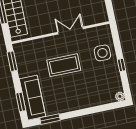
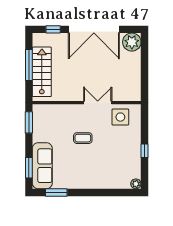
side table: (102, 53) -> (120, 117), moved
coffee table: (64, 65) -> (83, 138), width x0.54, depth x0.58

